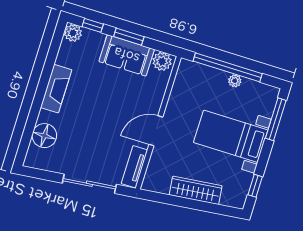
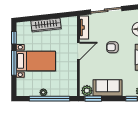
window: (129, 37) -> (93, 99), moved
window: (276, 119) -> (14, 63), moved
armchair: (98, 120) -> (112, 47), added

